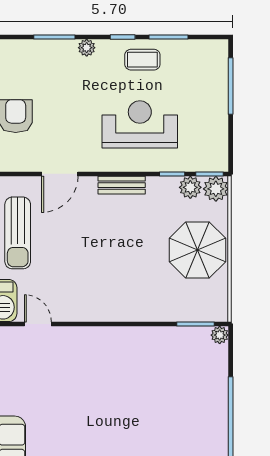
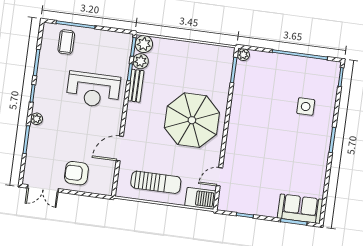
coffee table: (142, 60) -> (66, 42), moved
reception desk: (140, 124) -> (93, 90), turned -90
door: (60, 174) -> (120, 148), swing flipped
bench: (122, 185) -> (136, 86), moved
parasol: (197, 250) -> (192, 120), moved, width x1.36, depth x1.36
side table: (157, 435) -> (306, 107), added

